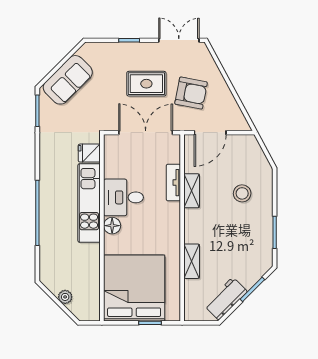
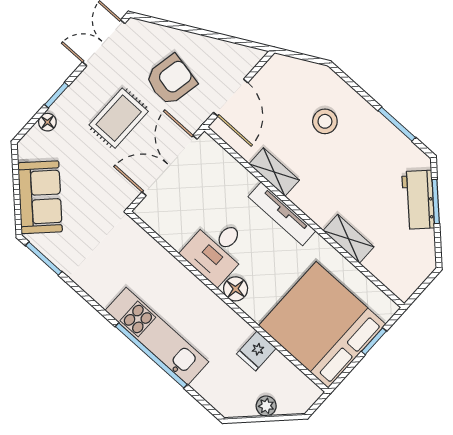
floor lamp: (111, 48) -> (47, 122), added
fridge: (89, 153) -> (256, 351), moved
tv unit: (173, 183) -> (282, 214), moved, width x1.41
kitchen unit: (89, 203) -> (157, 336), moved, turned 180
workbench: (226, 299) -> (418, 200), moved

